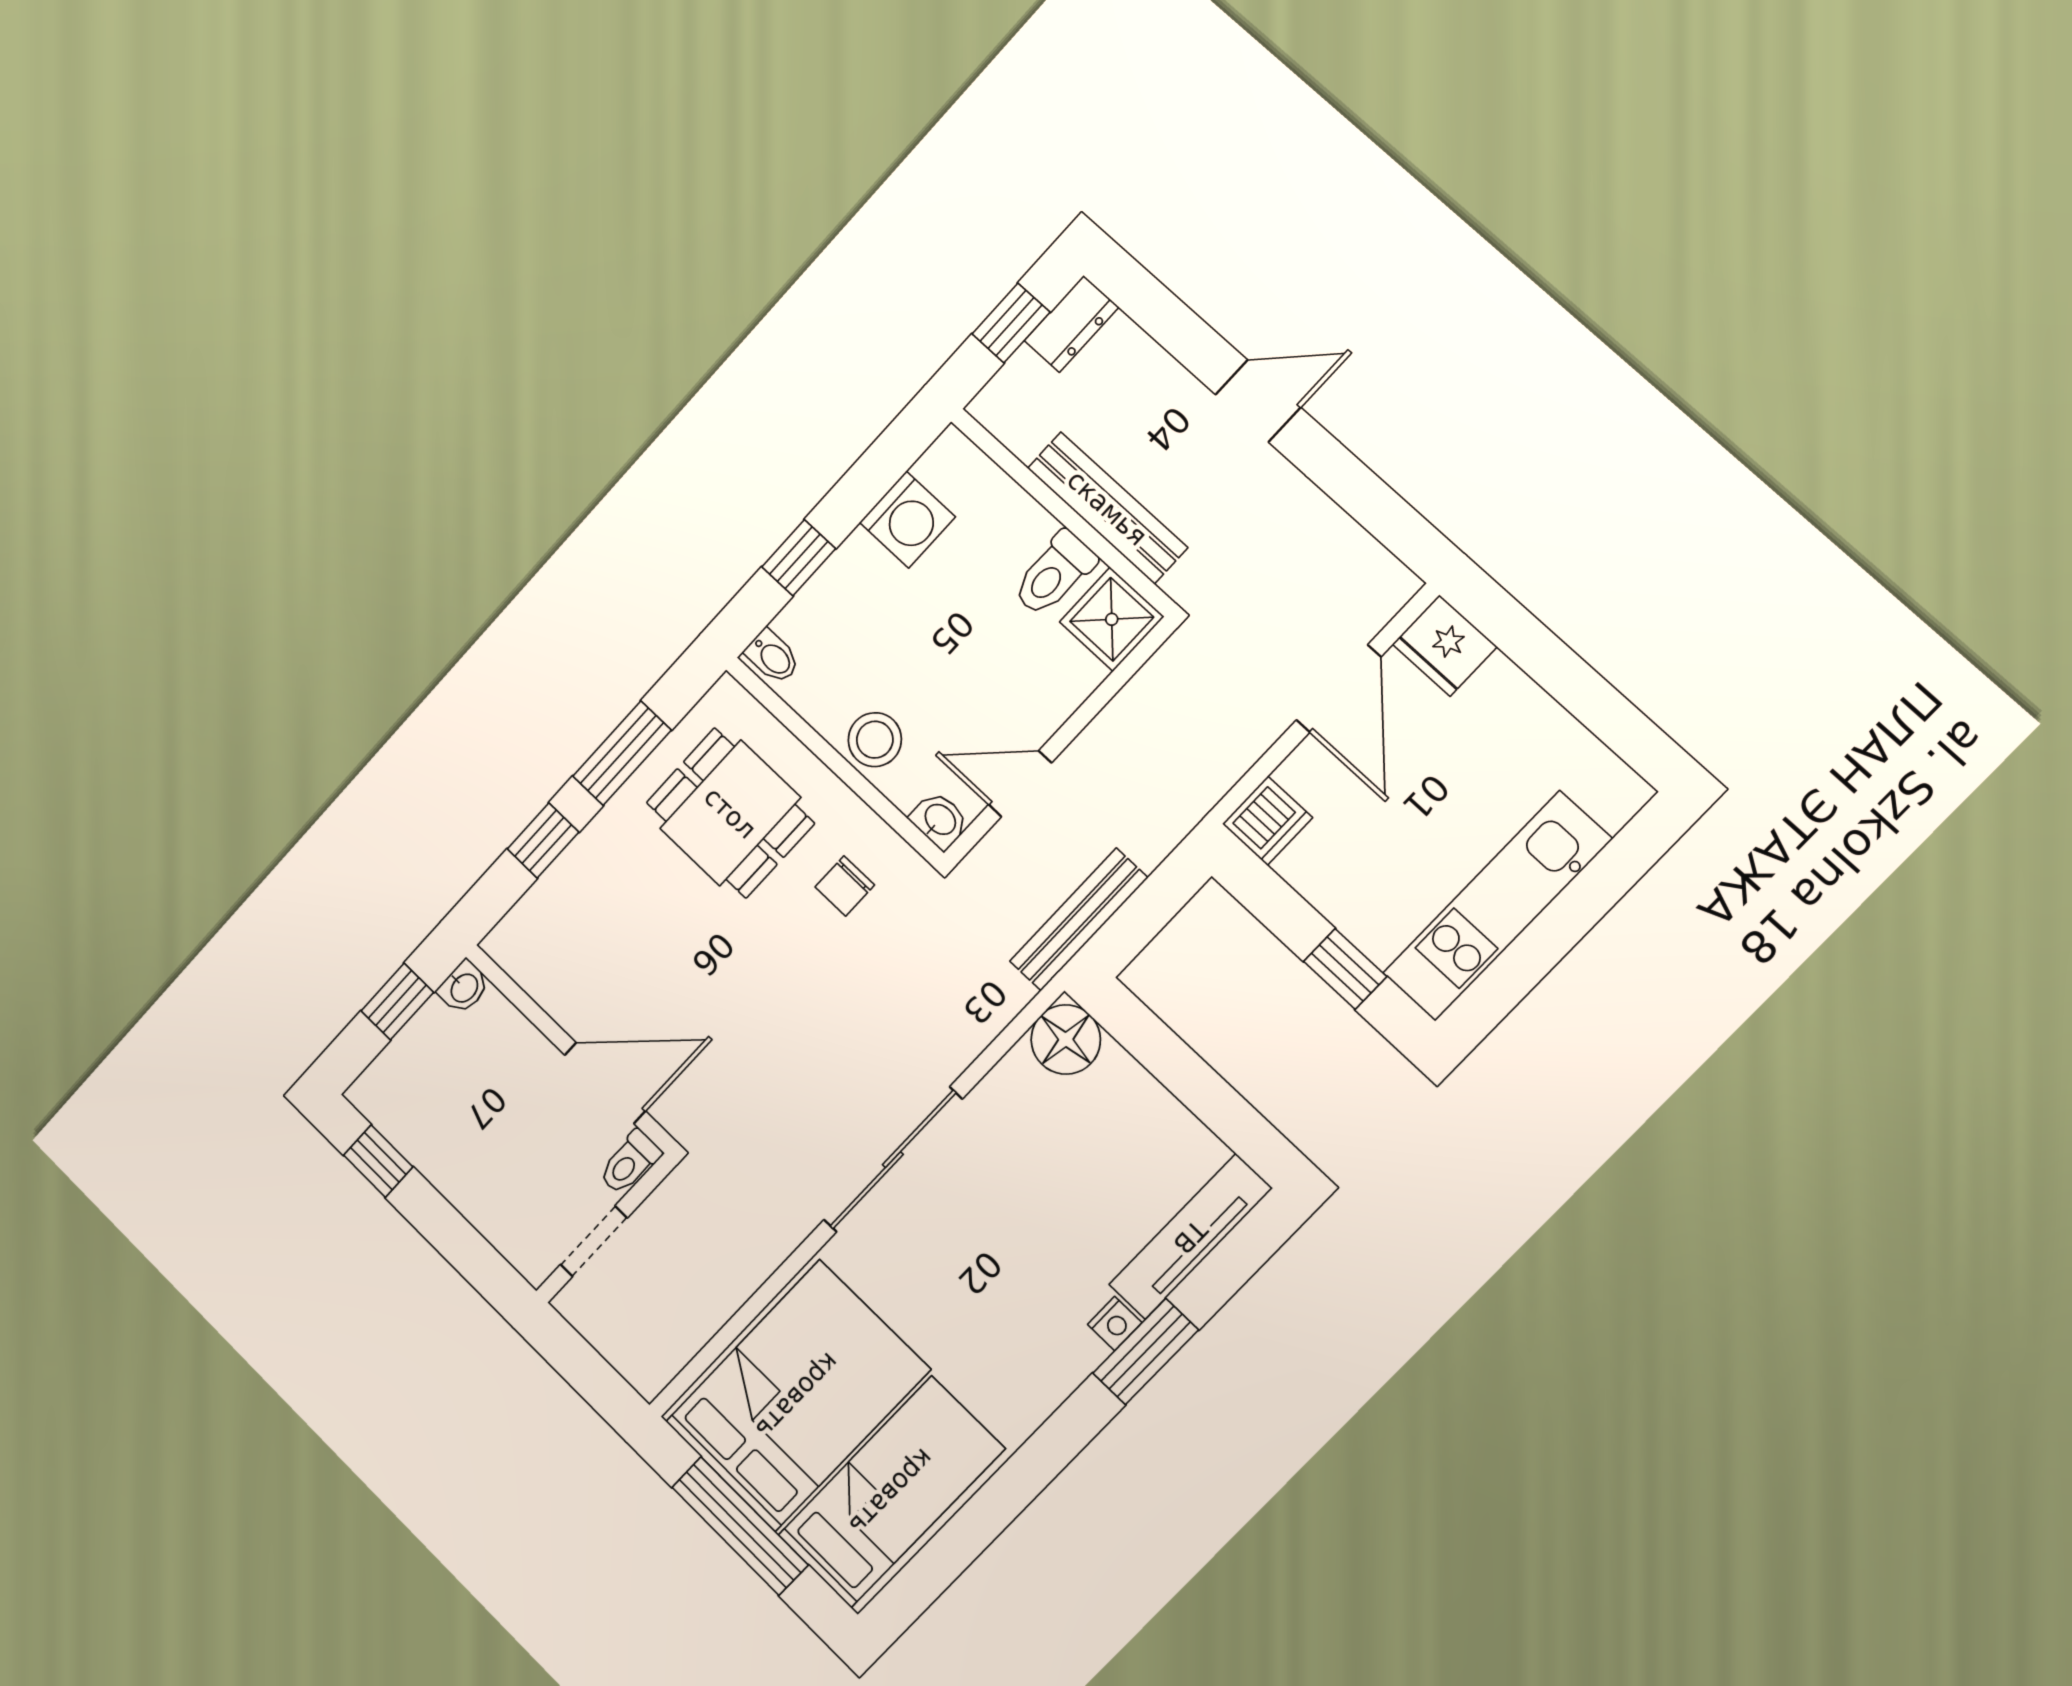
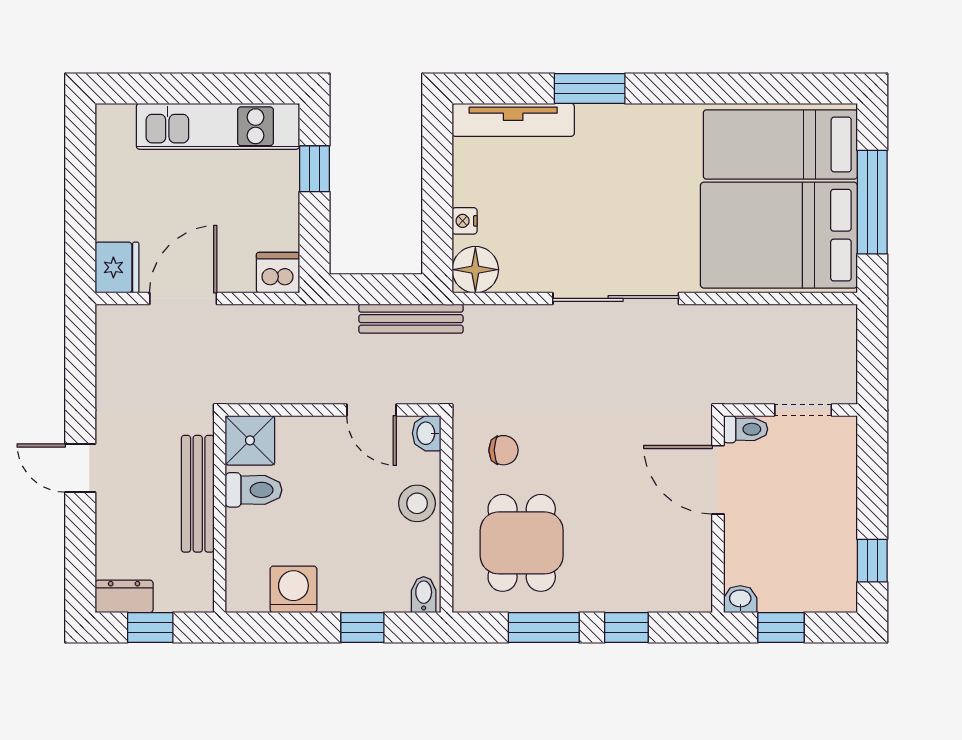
nightstand: (1115, 1323) -> (465, 221), moved, turned -90

